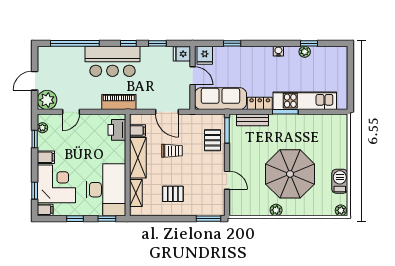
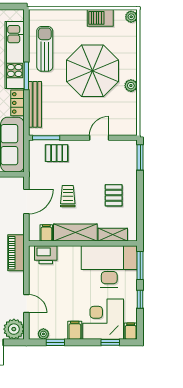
bench: (253, 120) -> (35, 104), width x1.36
sun lounger: (311, 129) -> (45, 49), added
window: (107, 219) -> (140, 265), width x1.50

